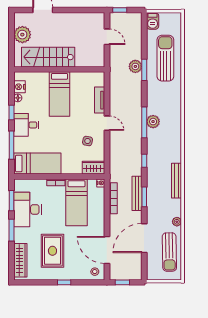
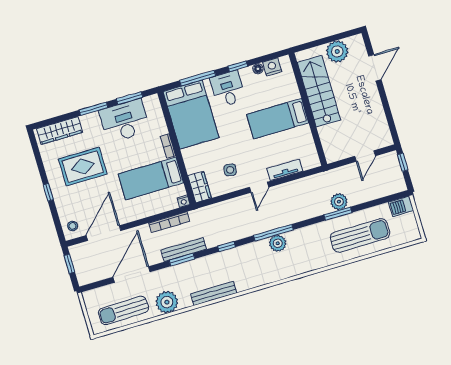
bed: (37, 163) -> (191, 115), width x1.50
plant: (177, 222) -> (167, 302), width x1.87, depth x1.87
door: (144, 238) -> (132, 274), hinge flipped

